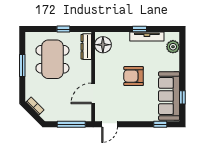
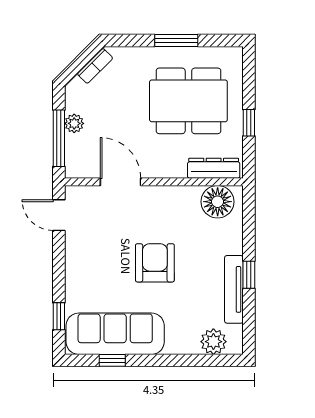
plant: (64, 116) -> (74, 123), added

